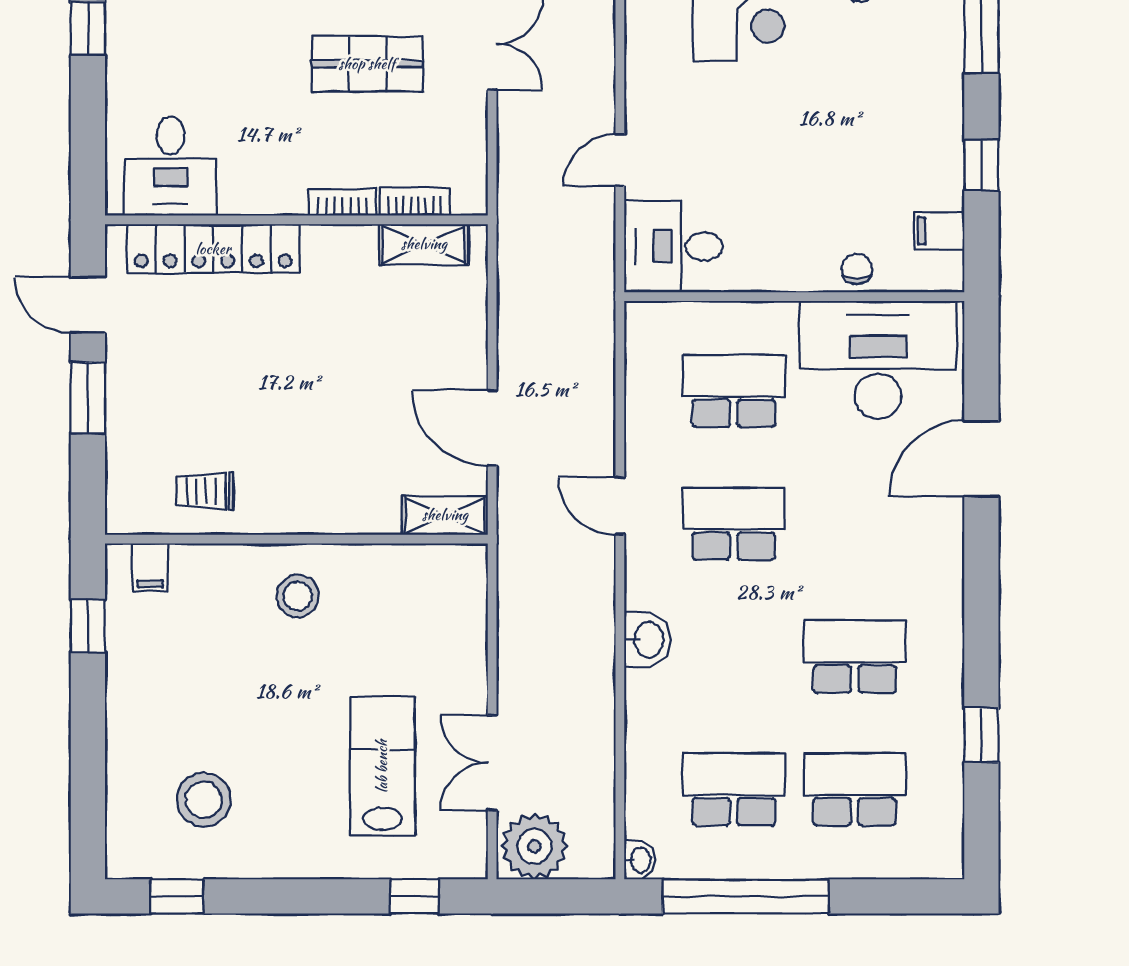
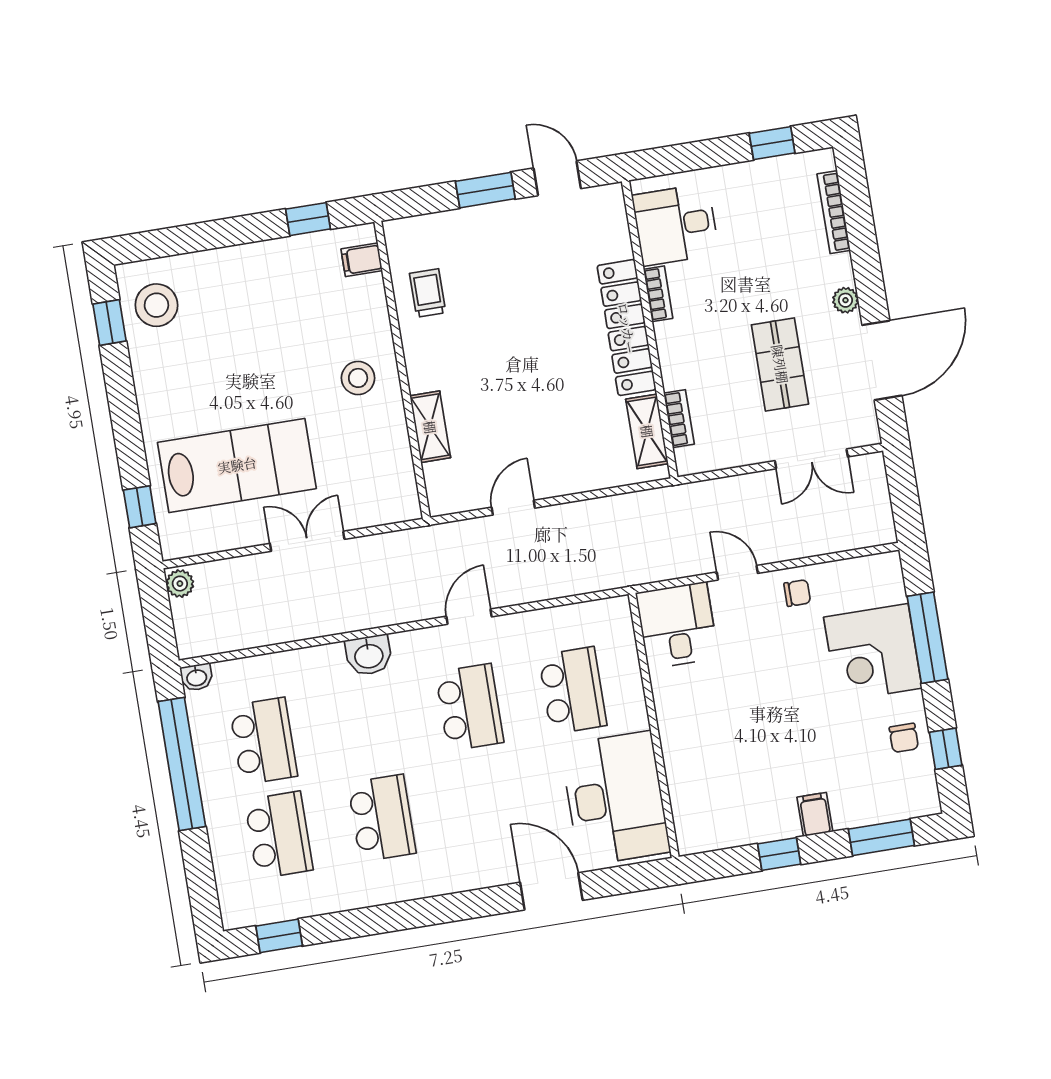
bookcase: (342, 202) -> (658, 294), moved
filing cabinet: (939, 231) -> (815, 814), moved
locker: (213, 249) -> (627, 328), moved
chair: (857, 269) -> (797, 593), moved
door: (88, 305) -> (557, 178), hinge flipped
door: (492, 428) -> (513, 508), width x0.73
shelving: (445, 515) -> (430, 427), moved
window: (981, 735) -> (279, 936), moved
double door: (492, 763) -> (307, 541), moved
lab bench: (382, 766) -> (237, 465), width x1.36, depth x1.39
stool: (204, 800) -> (156, 305), moved
plant: (534, 846) -> (180, 584), width x0.53, depth x0.53

